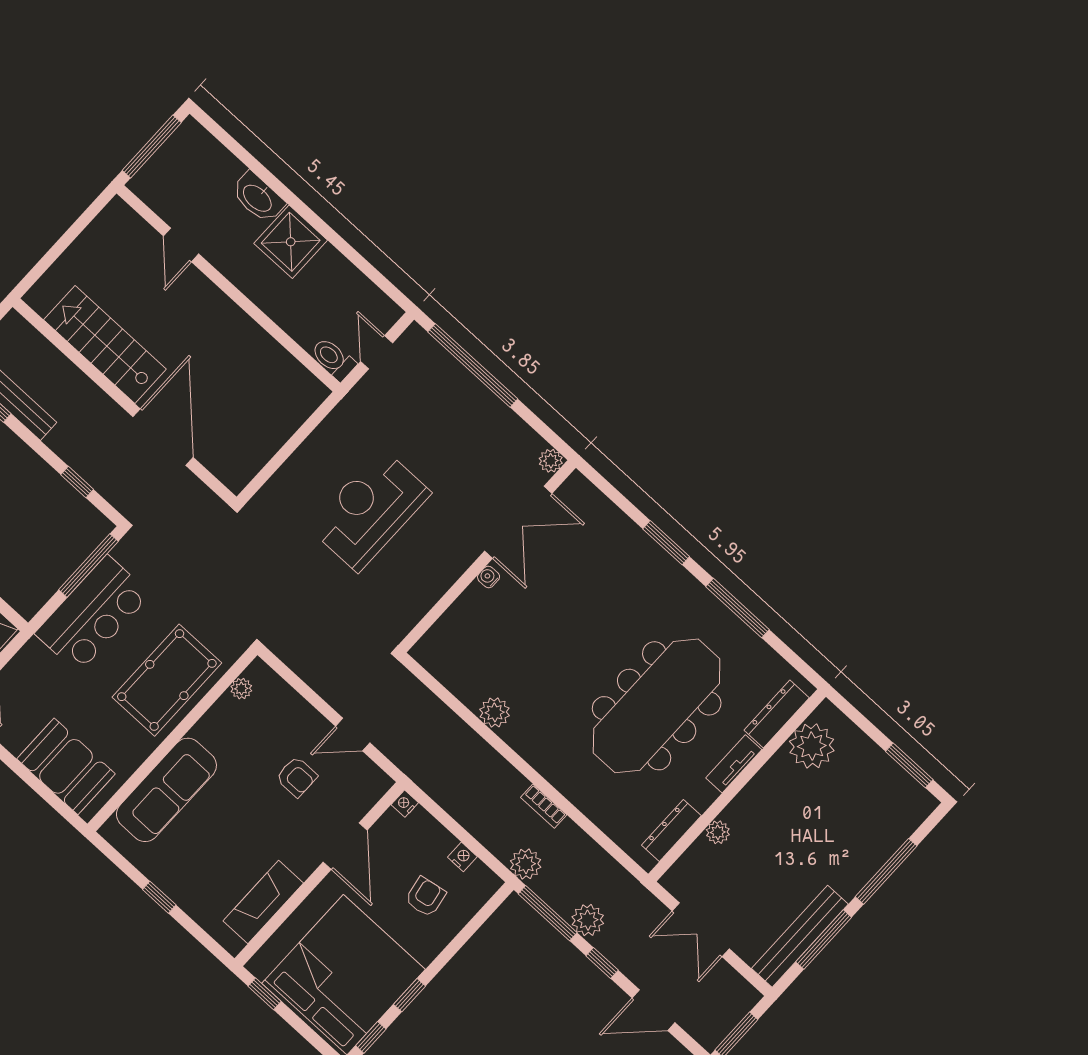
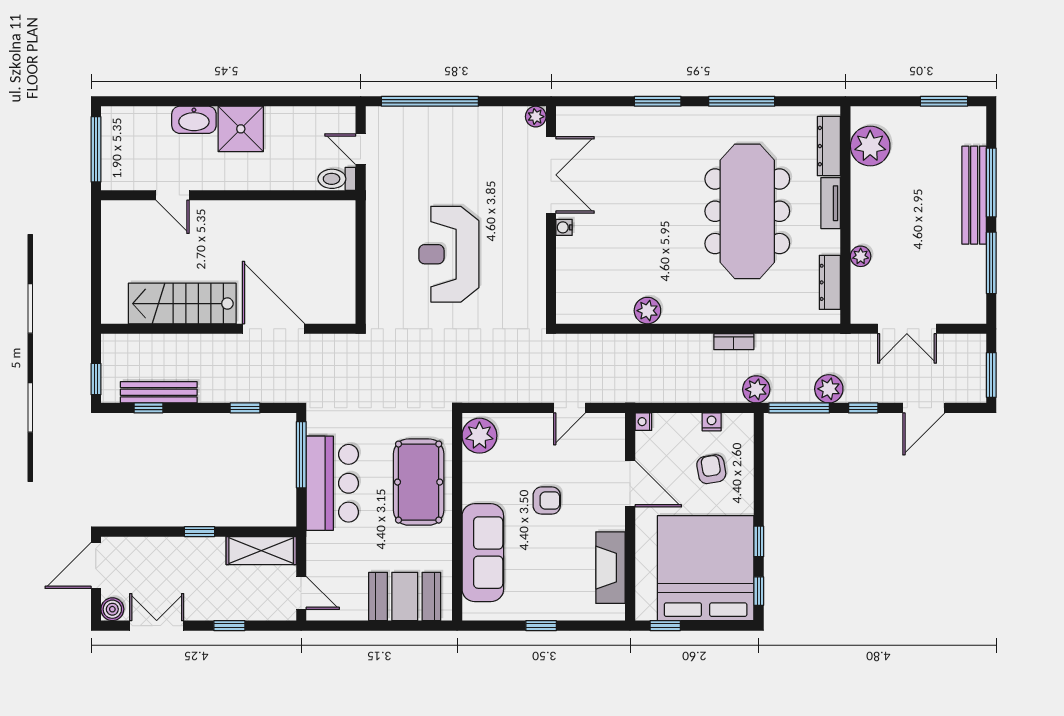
plant: (241, 689) -> (479, 436), width x1.87, depth x1.87
armchair: (297, 777) -> (547, 501), moved
bench: (800, 936) -> (974, 195), moved

